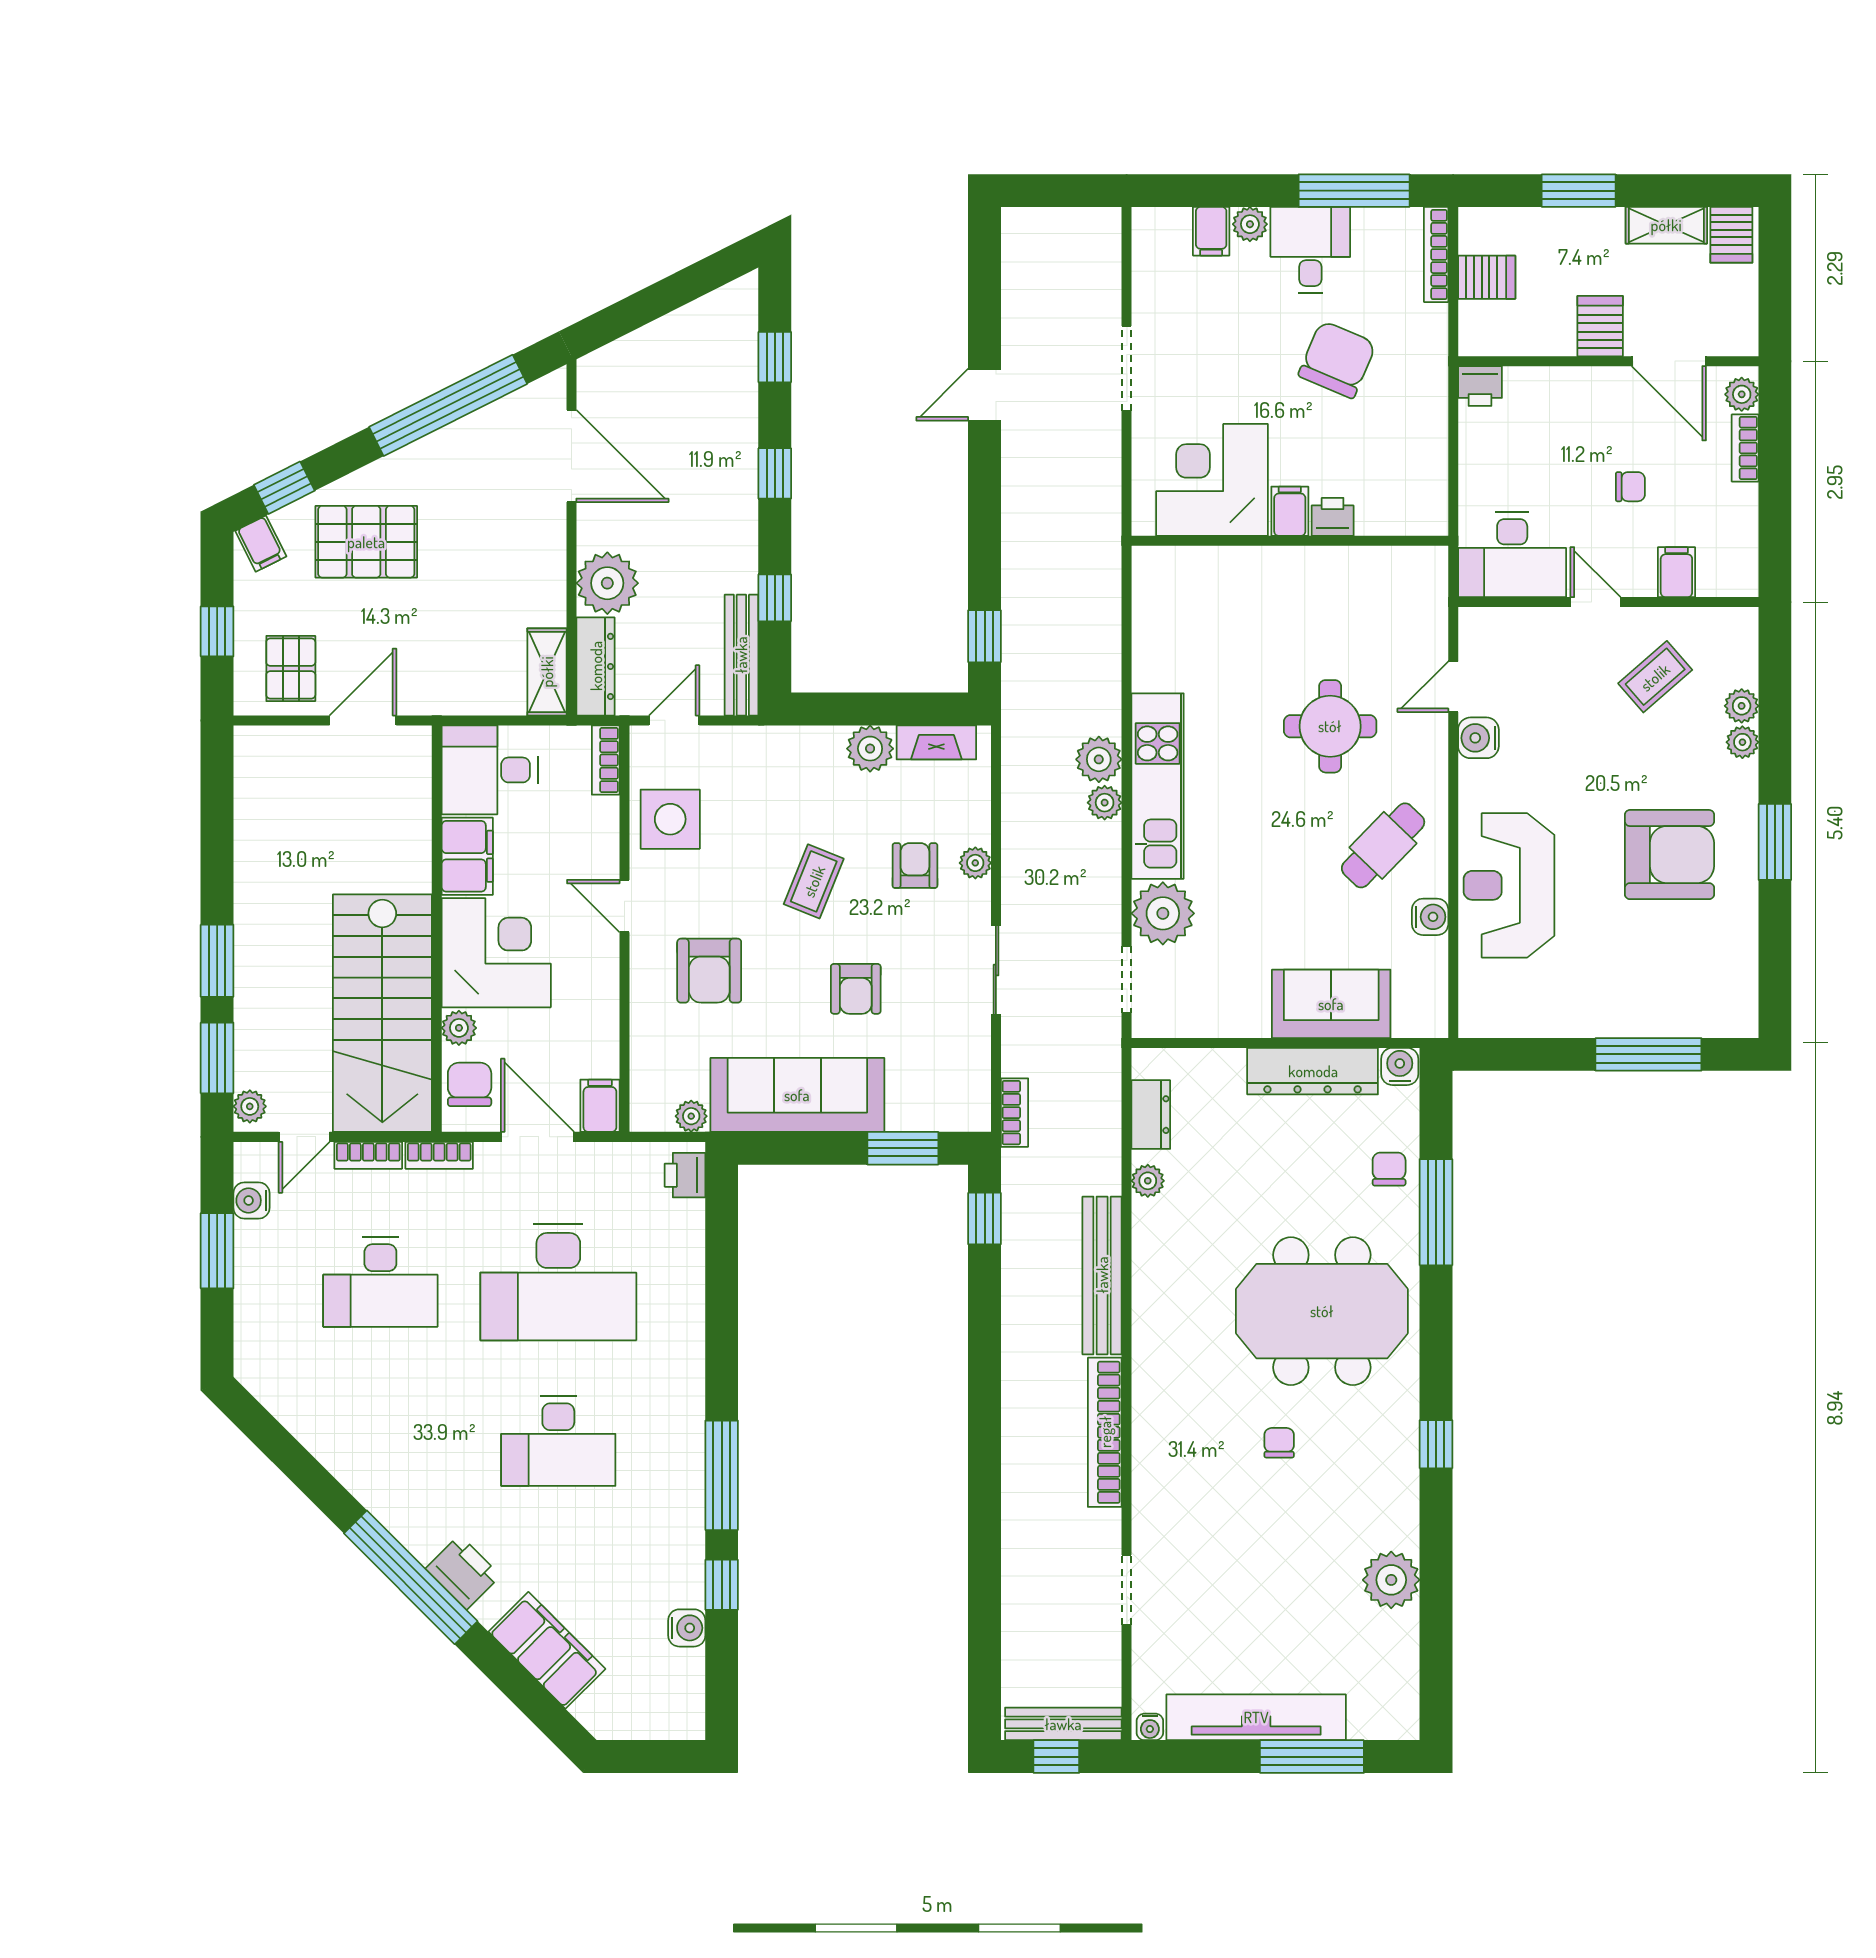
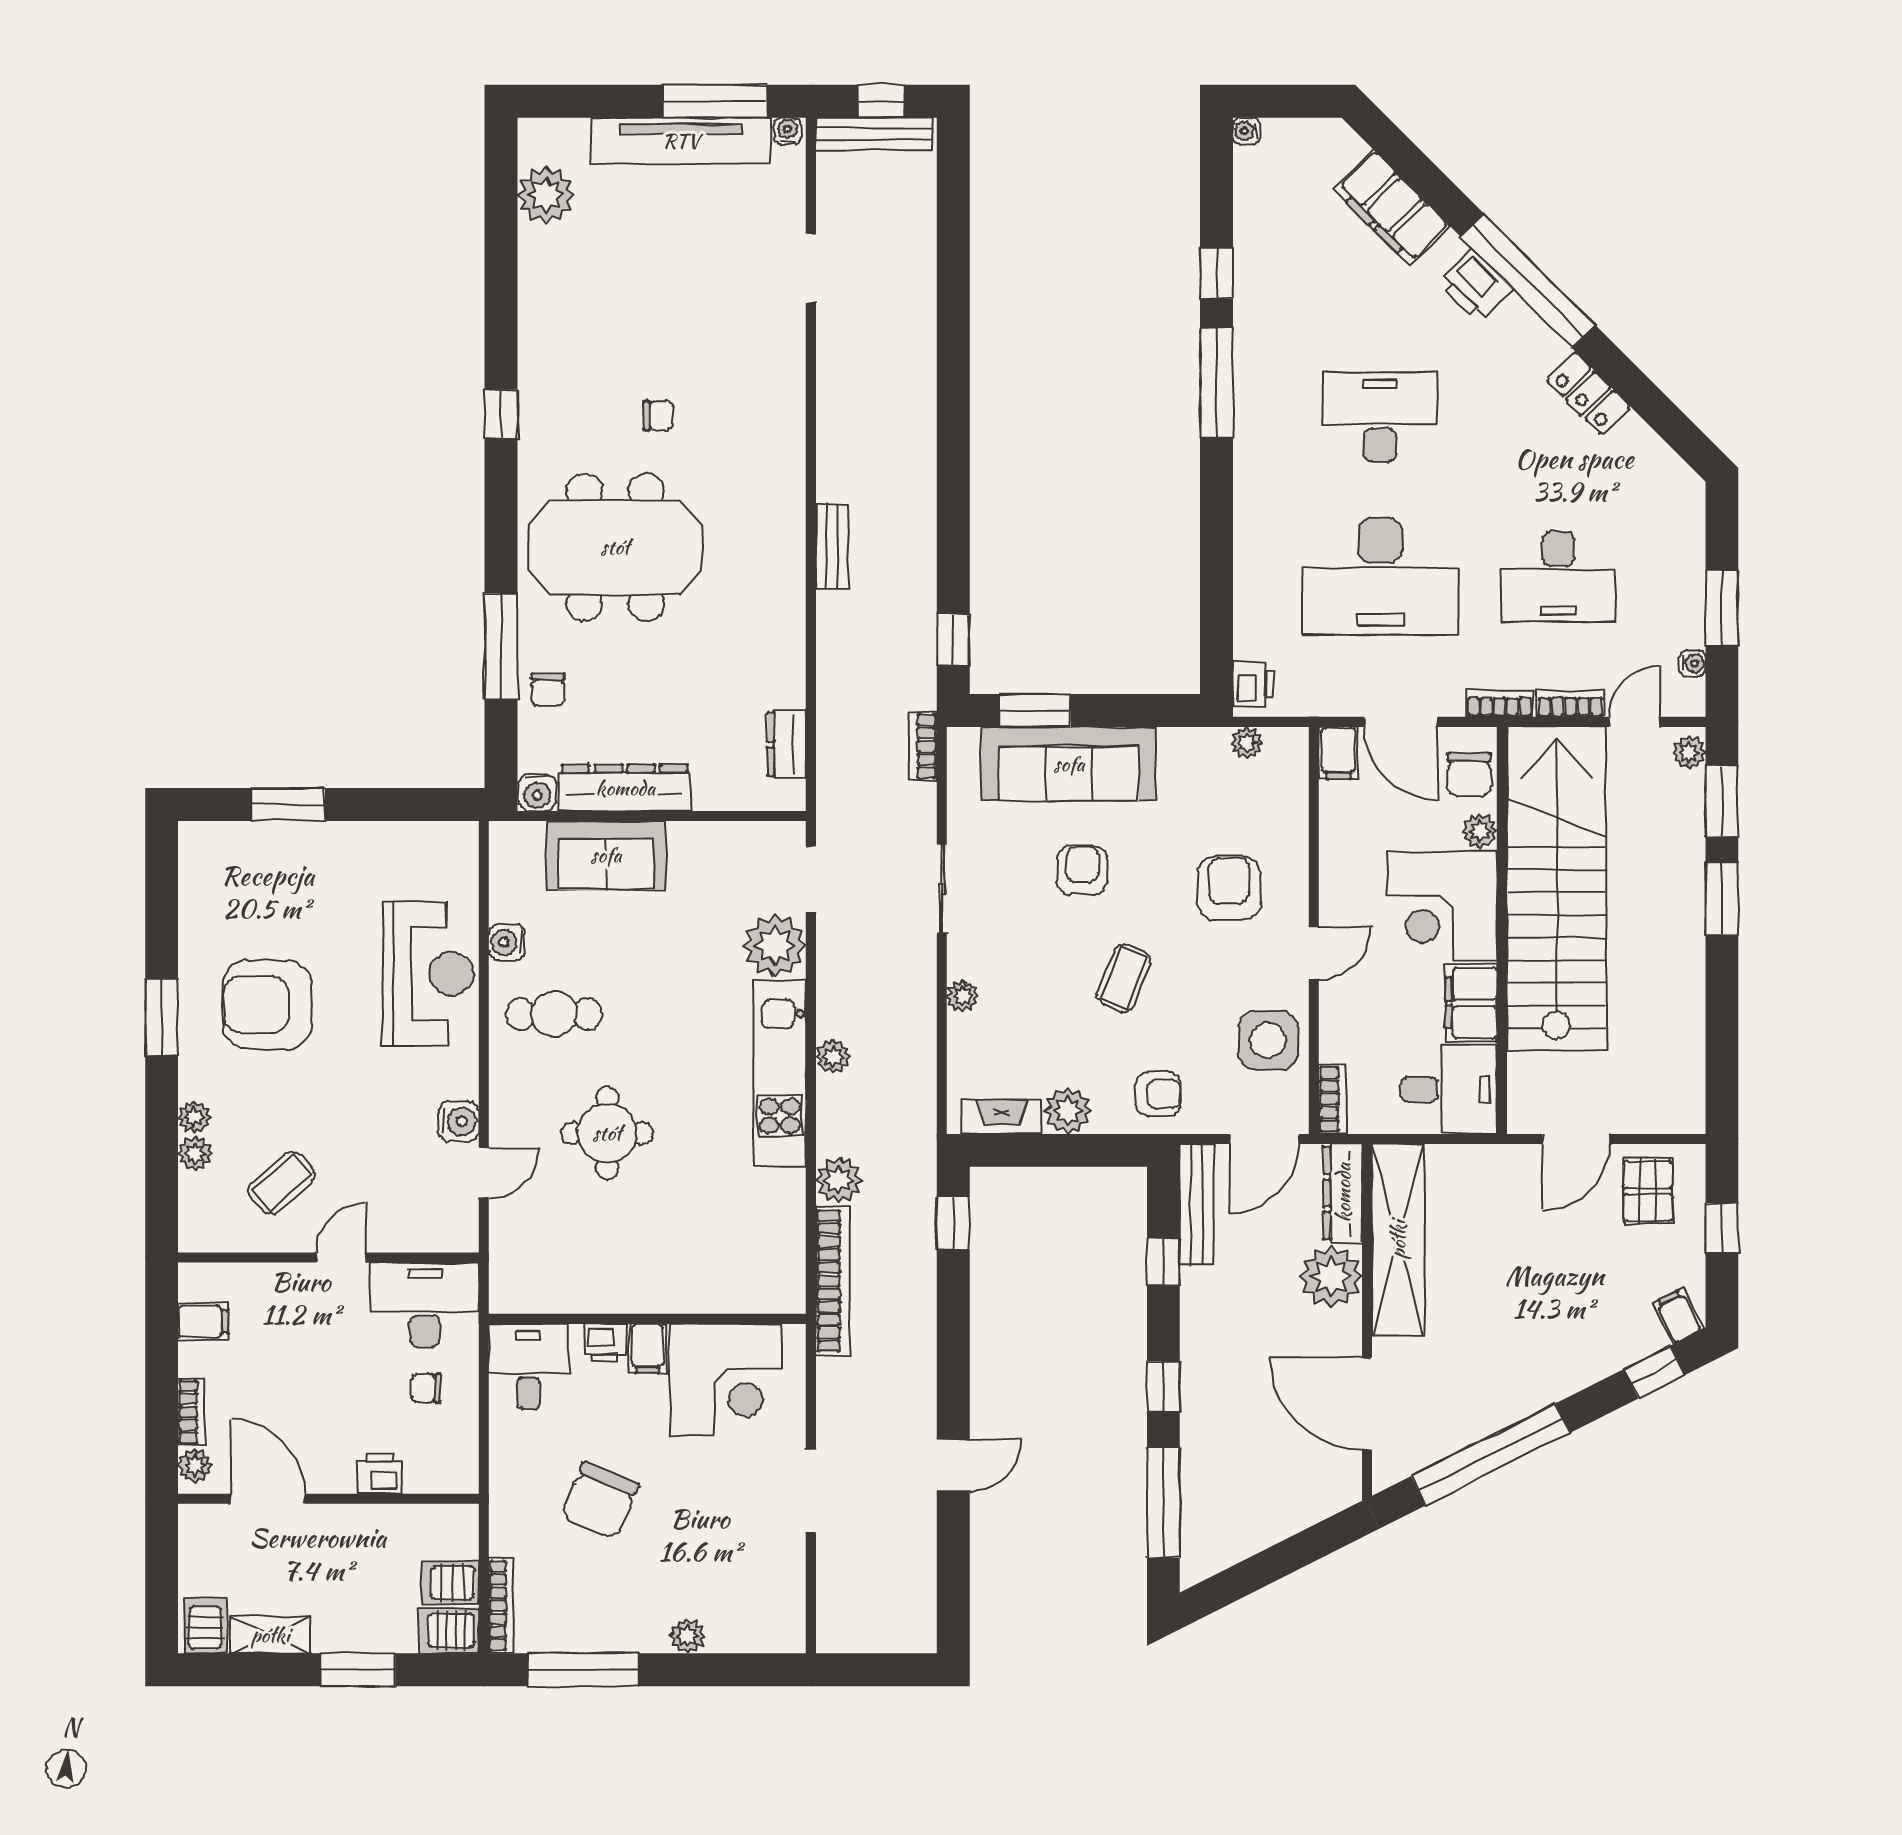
filing cabinet: (1211, 231) -> (726, 1629), removed
desk: (1310, 250) -> (529, 1367), moved, turned 180
server rack: (1600, 326) -> (449, 1631), moved, turned 90
window: (775, 357) -> (1163, 1503), width x2.17
printer: (1480, 386) -> (380, 1474), moved
chair: (1630, 487) -> (426, 1388), moved
pallet: (366, 542) -> (1572, 1318), removed
filing cabinet: (1676, 572) -> (203, 1321), moved, turned -90
door: (1596, 602) -> (341, 1258), swing flipped
shelving: (547, 672) -> (1398, 1240), width x2.20, depth x1.33
door: (674, 720) -> (1264, 1139), width x1.38
plant: (1099, 759) -> (839, 1180), moved
cafe table: (1383, 845) -> (554, 1014), turned 46
armchair: (915, 866) -> (1158, 1094), moved, turned -90
door: (624, 906) -> (1314, 953), hinge flipped
stairs: (382, 1013) -> (1556, 889), width x1.36
window: (1648, 1054) -> (288, 804), width x0.69
sofa: (797, 1095) -> (1069, 764), moved
plant: (1148, 1181) -> (790, 678), removed
water cooler: (251, 1200) -> (1692, 663), width x0.72, depth x0.72
bench: (1102, 1275) -> (832, 546), width x0.54, depth x0.82
desk: (380, 1282) -> (1558, 577), turned 180
desk: (558, 1282) -> (1380, 577), turned 180
bookcase: (1105, 1432) -> (833, 1281), moved
chair: (1279, 1443) -> (658, 415), turned -90
locker: (351, 1465) -> (1588, 393), added
plant: (1391, 1580) -> (546, 195), moved
water cooler: (687, 1628) -> (1246, 131), moved, width x0.72, depth x0.72
window: (1312, 1757) -> (715, 101), moved

